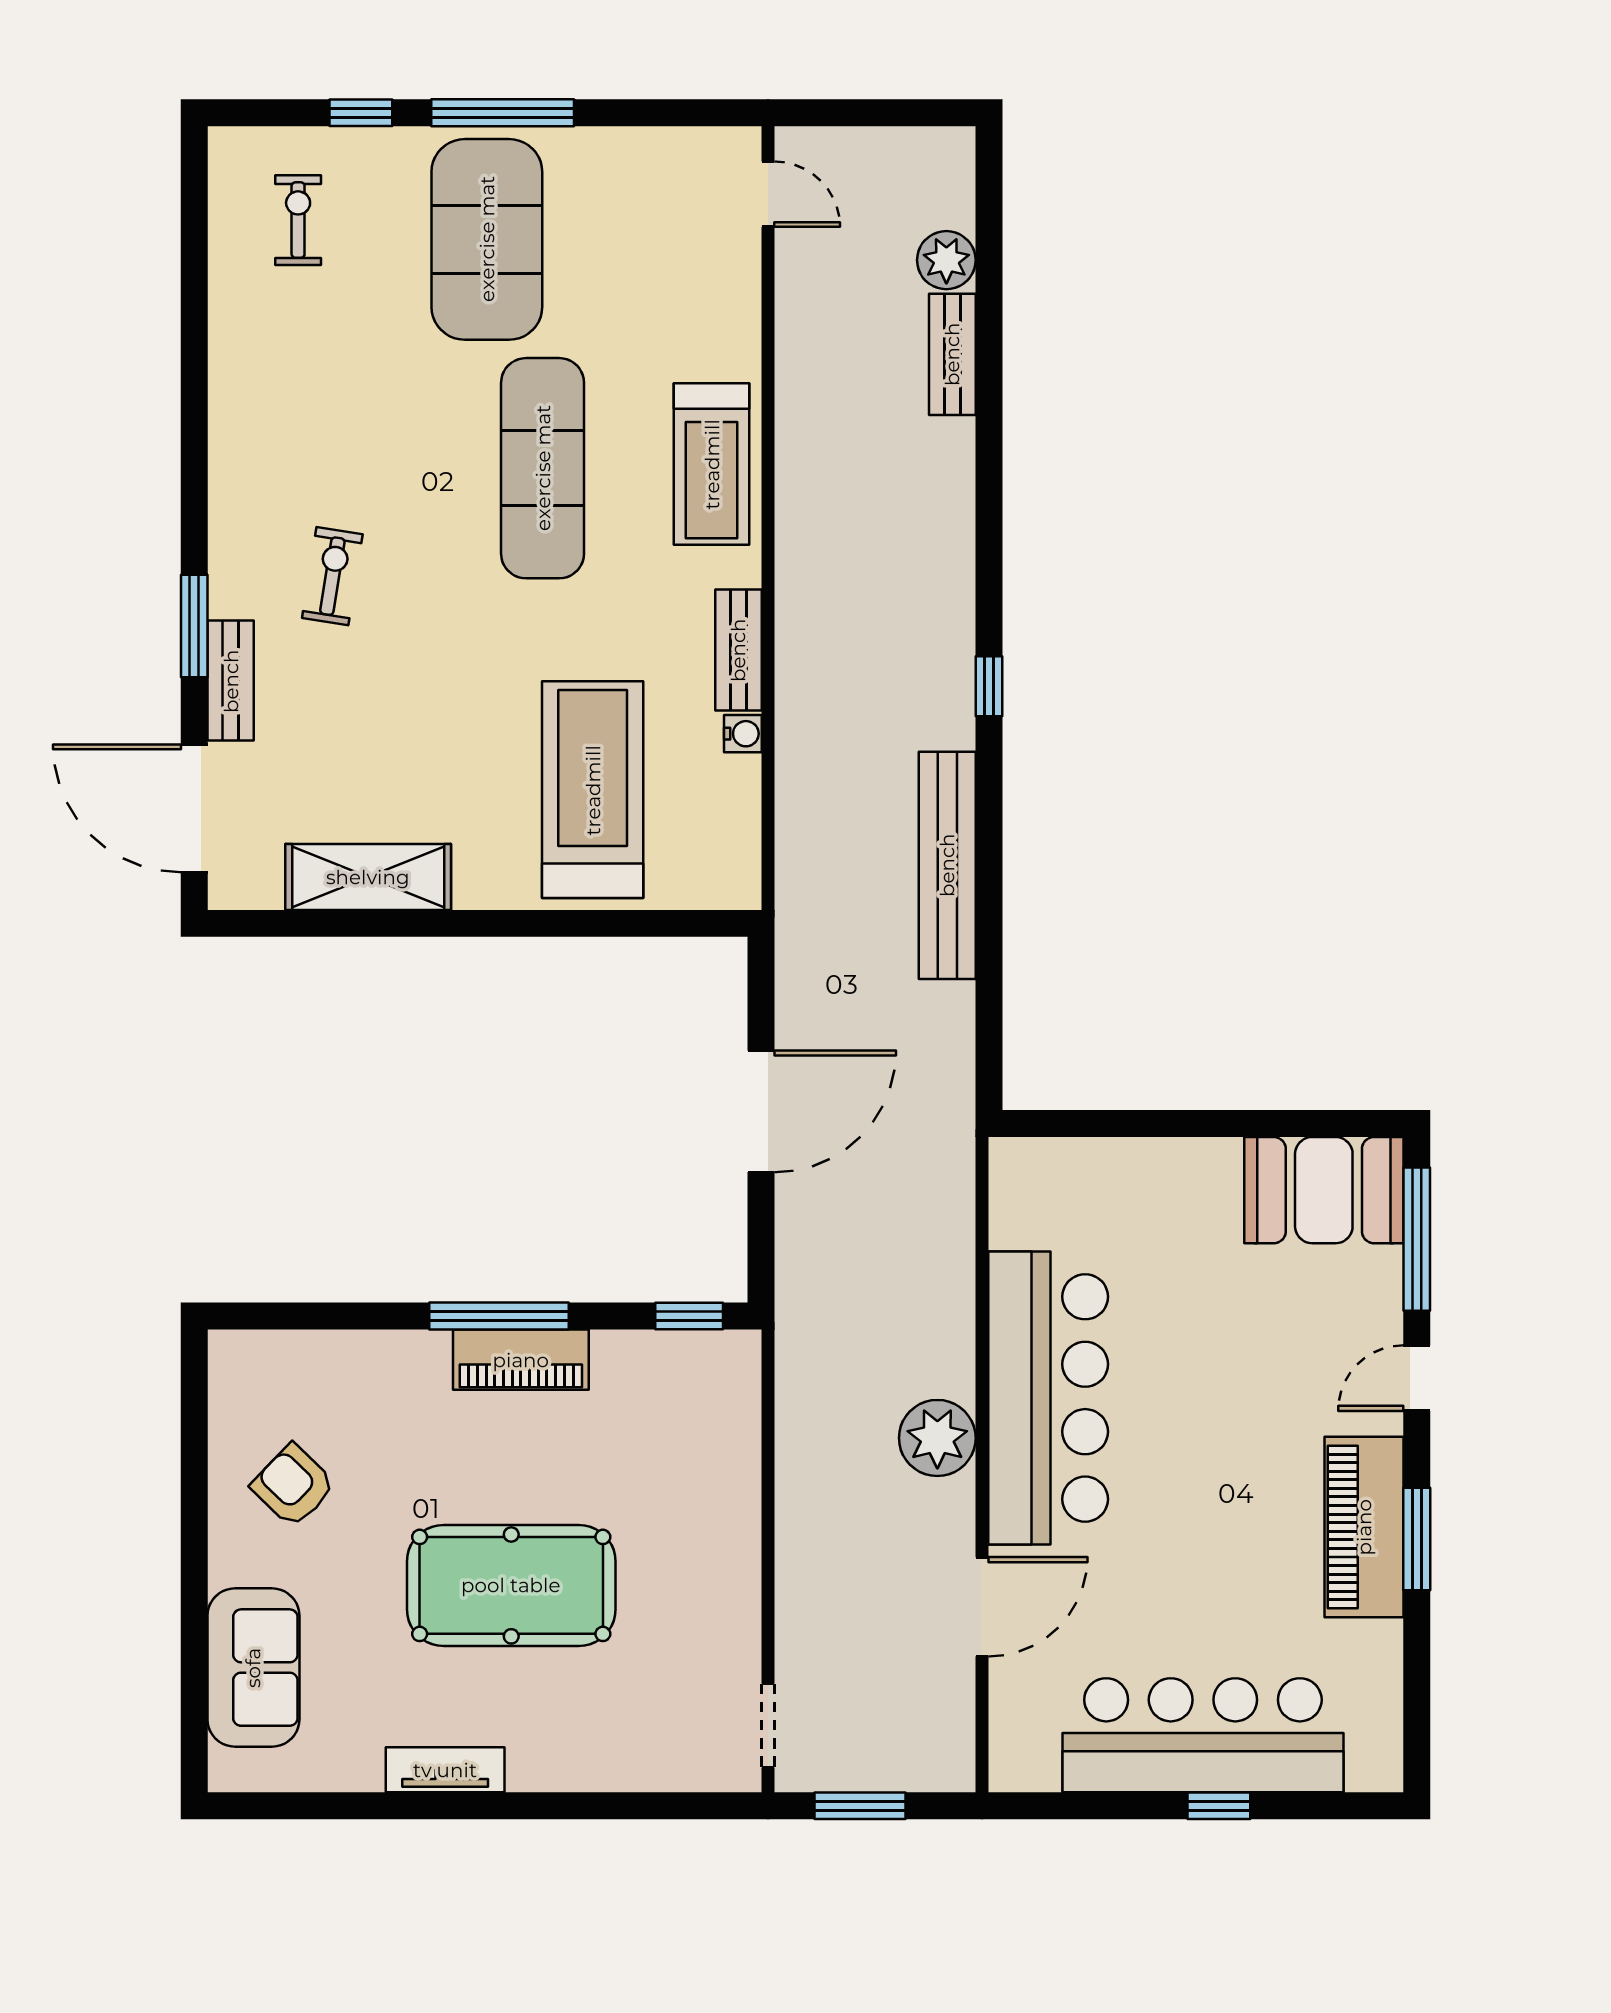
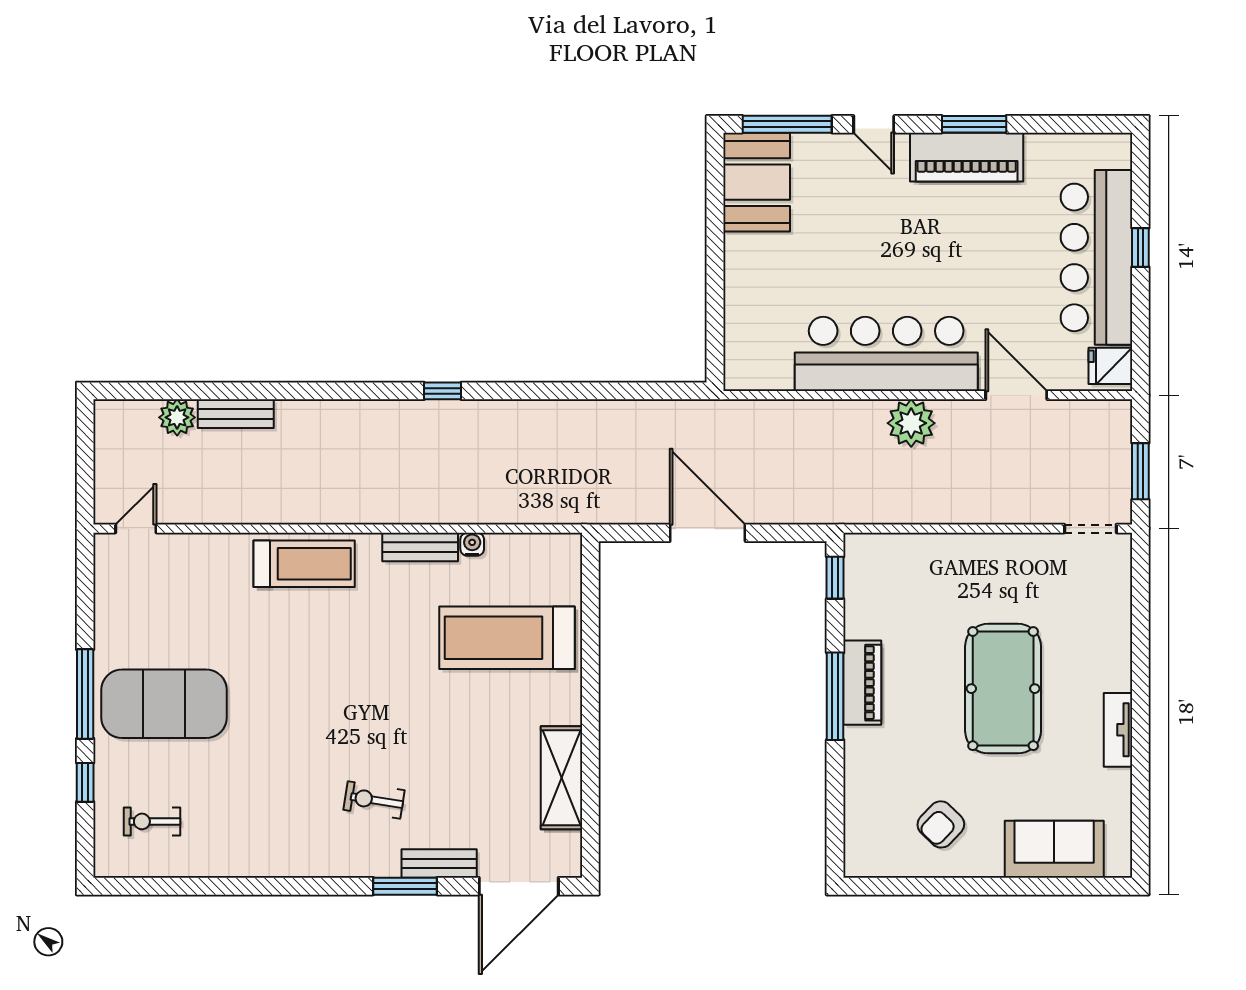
exercise mat: (543, 468) -> (307, 669), removed
bench: (947, 865) -> (554, 417), removed
fridge: (1029, 1757) -> (1110, 366), added

